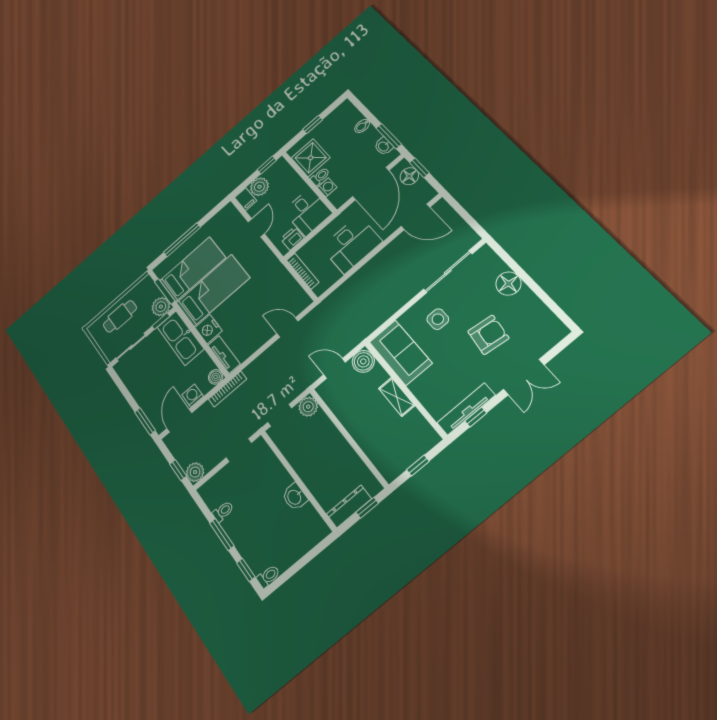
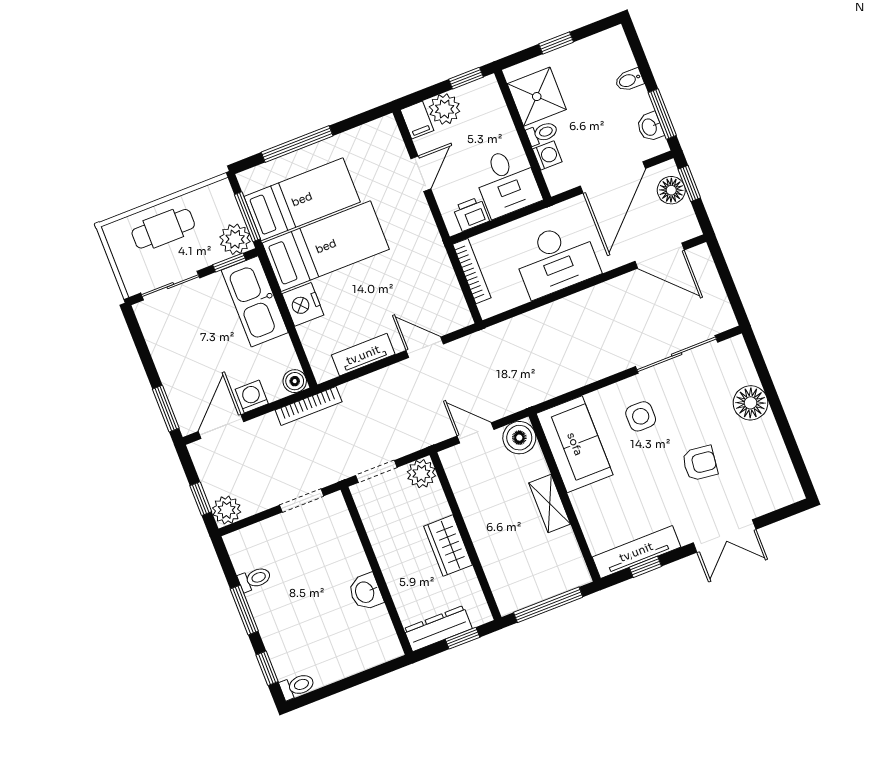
armchair: (488, 335) -> (700, 463), width x0.72, depth x0.72
tv unit: (224, 354) -> (363, 355), moved, turned -90
wardrobe: (339, 448) -> (448, 546), added
window: (418, 466) -> (548, 605), width x2.17

